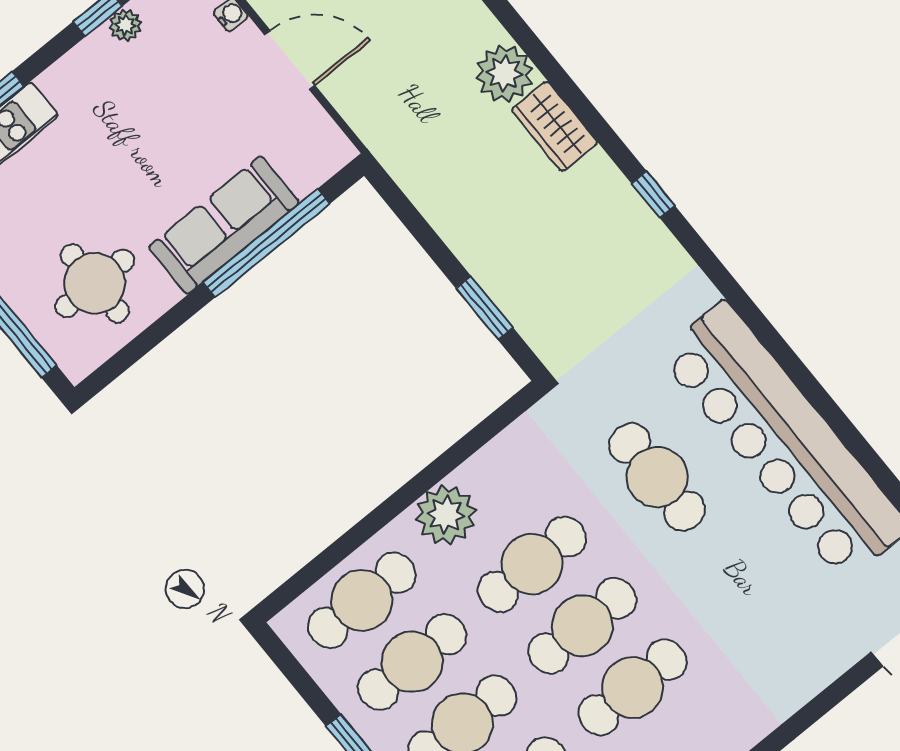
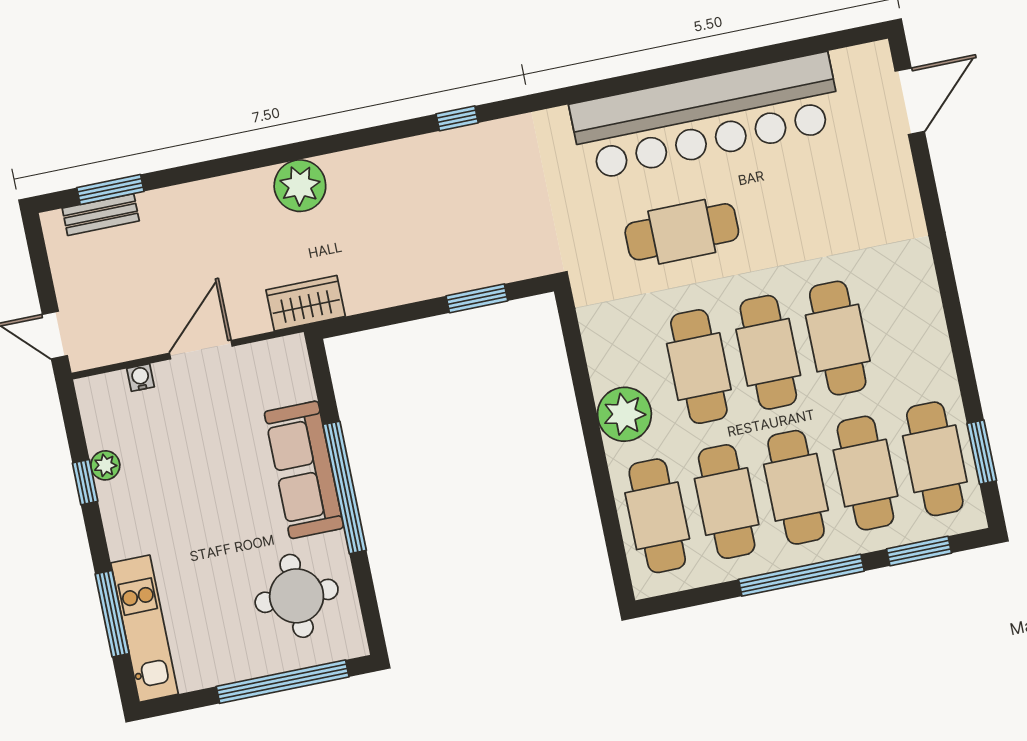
wardrobe: (554, 126) -> (306, 303), moved, turned 180
window: (266, 243) -> (345, 487), moved

